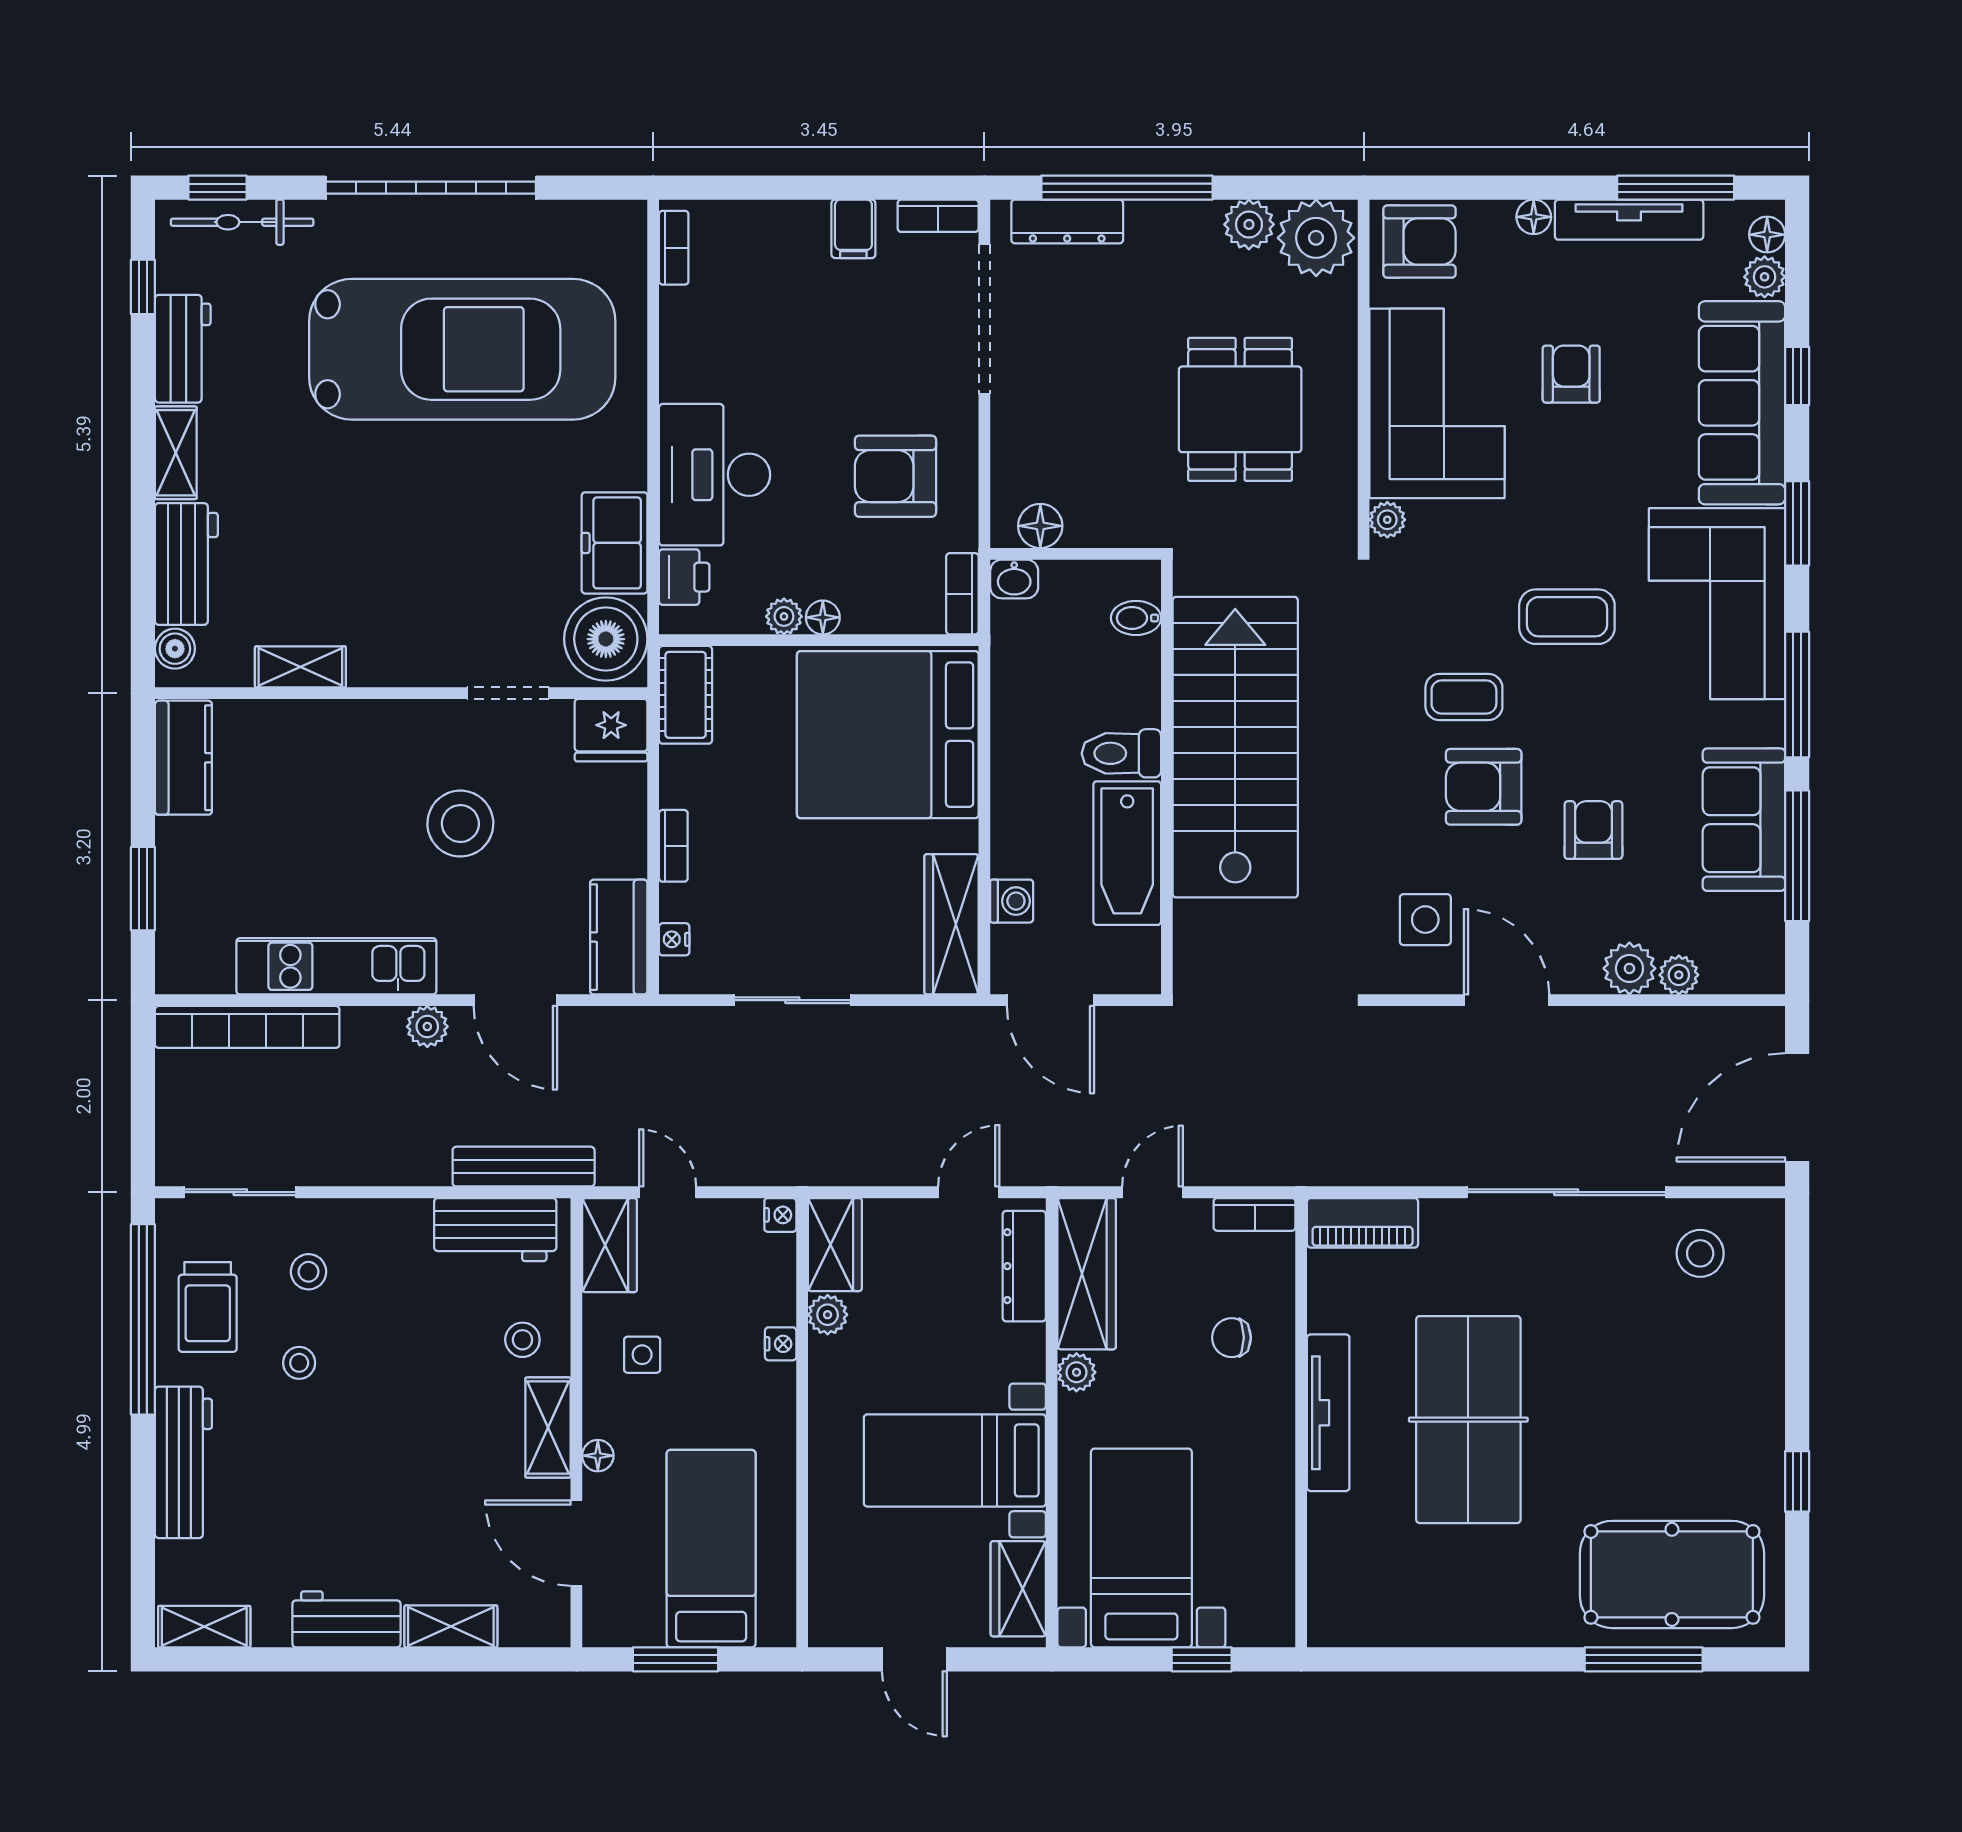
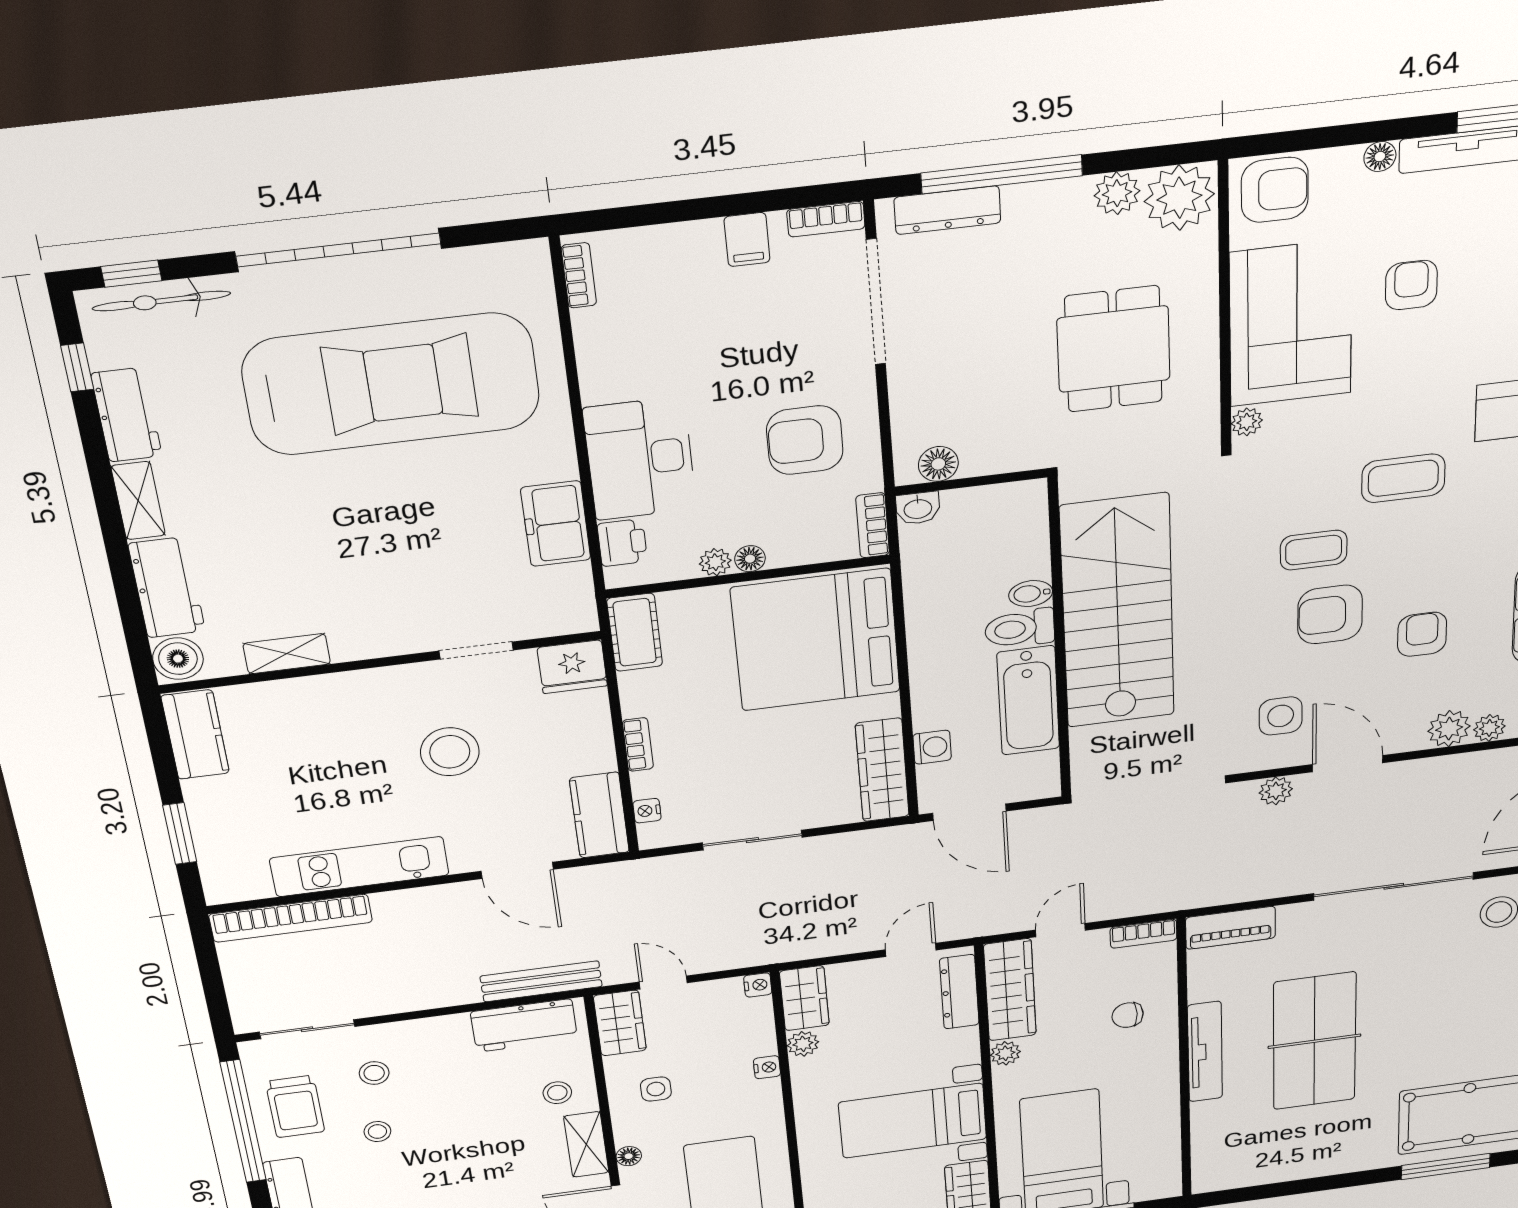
bidet: (1136, 618) -> (1031, 594), moved
boiler: (606, 639) -> (558, 599), removed
boiler: (175, 649) -> (178, 659), width x1.36, depth x1.36
plant: (427, 1027) -> (1276, 791), moved

